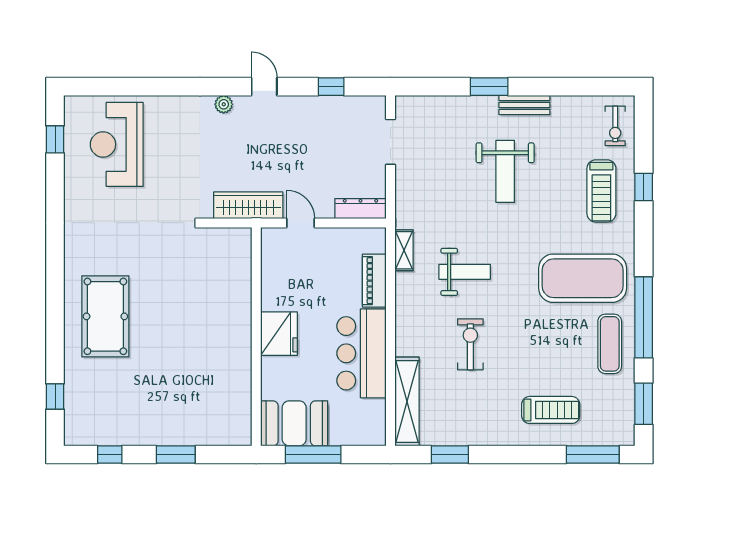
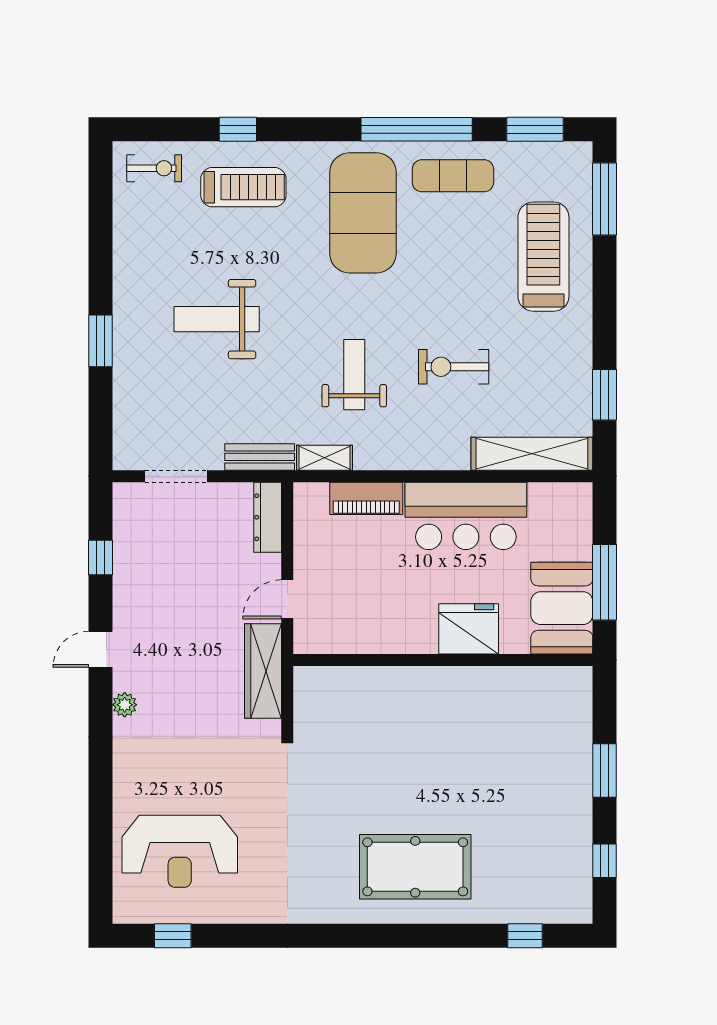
bench: (524, 105) -> (260, 457), moved, turned 90
weight bench: (505, 171) -> (217, 319), turned 180
fridge: (279, 334) -> (469, 629), moved
treadmill: (551, 410) -> (543, 257), width x1.37, depth x1.38

